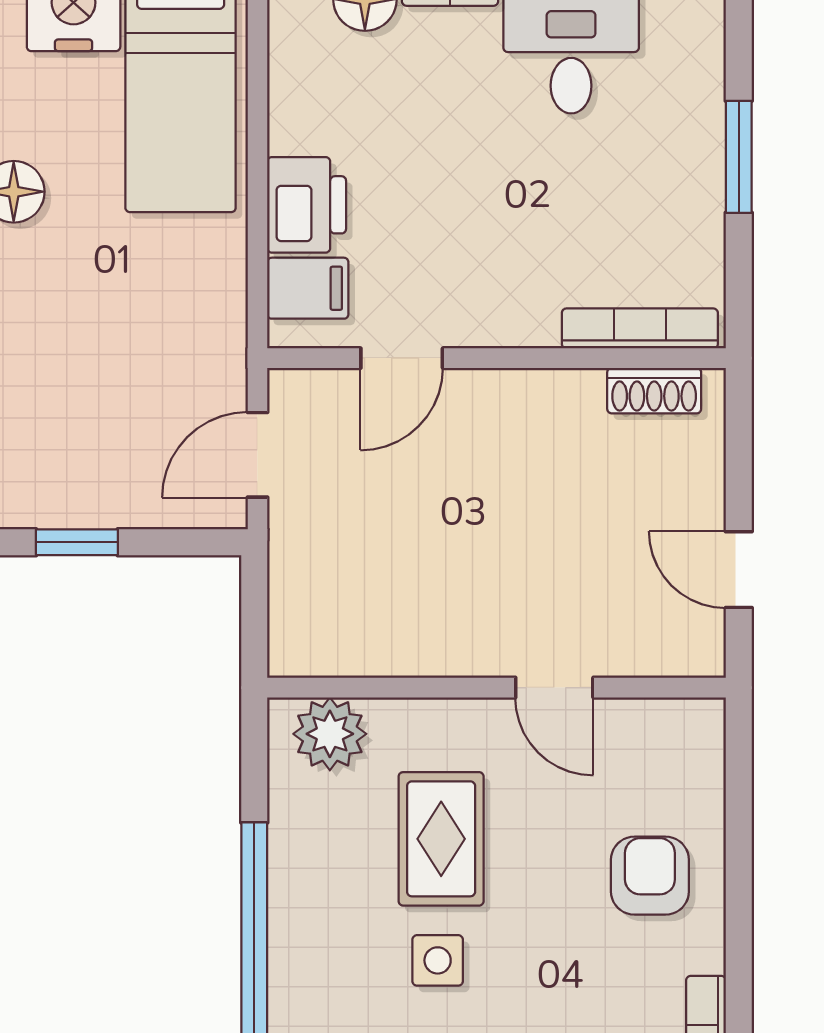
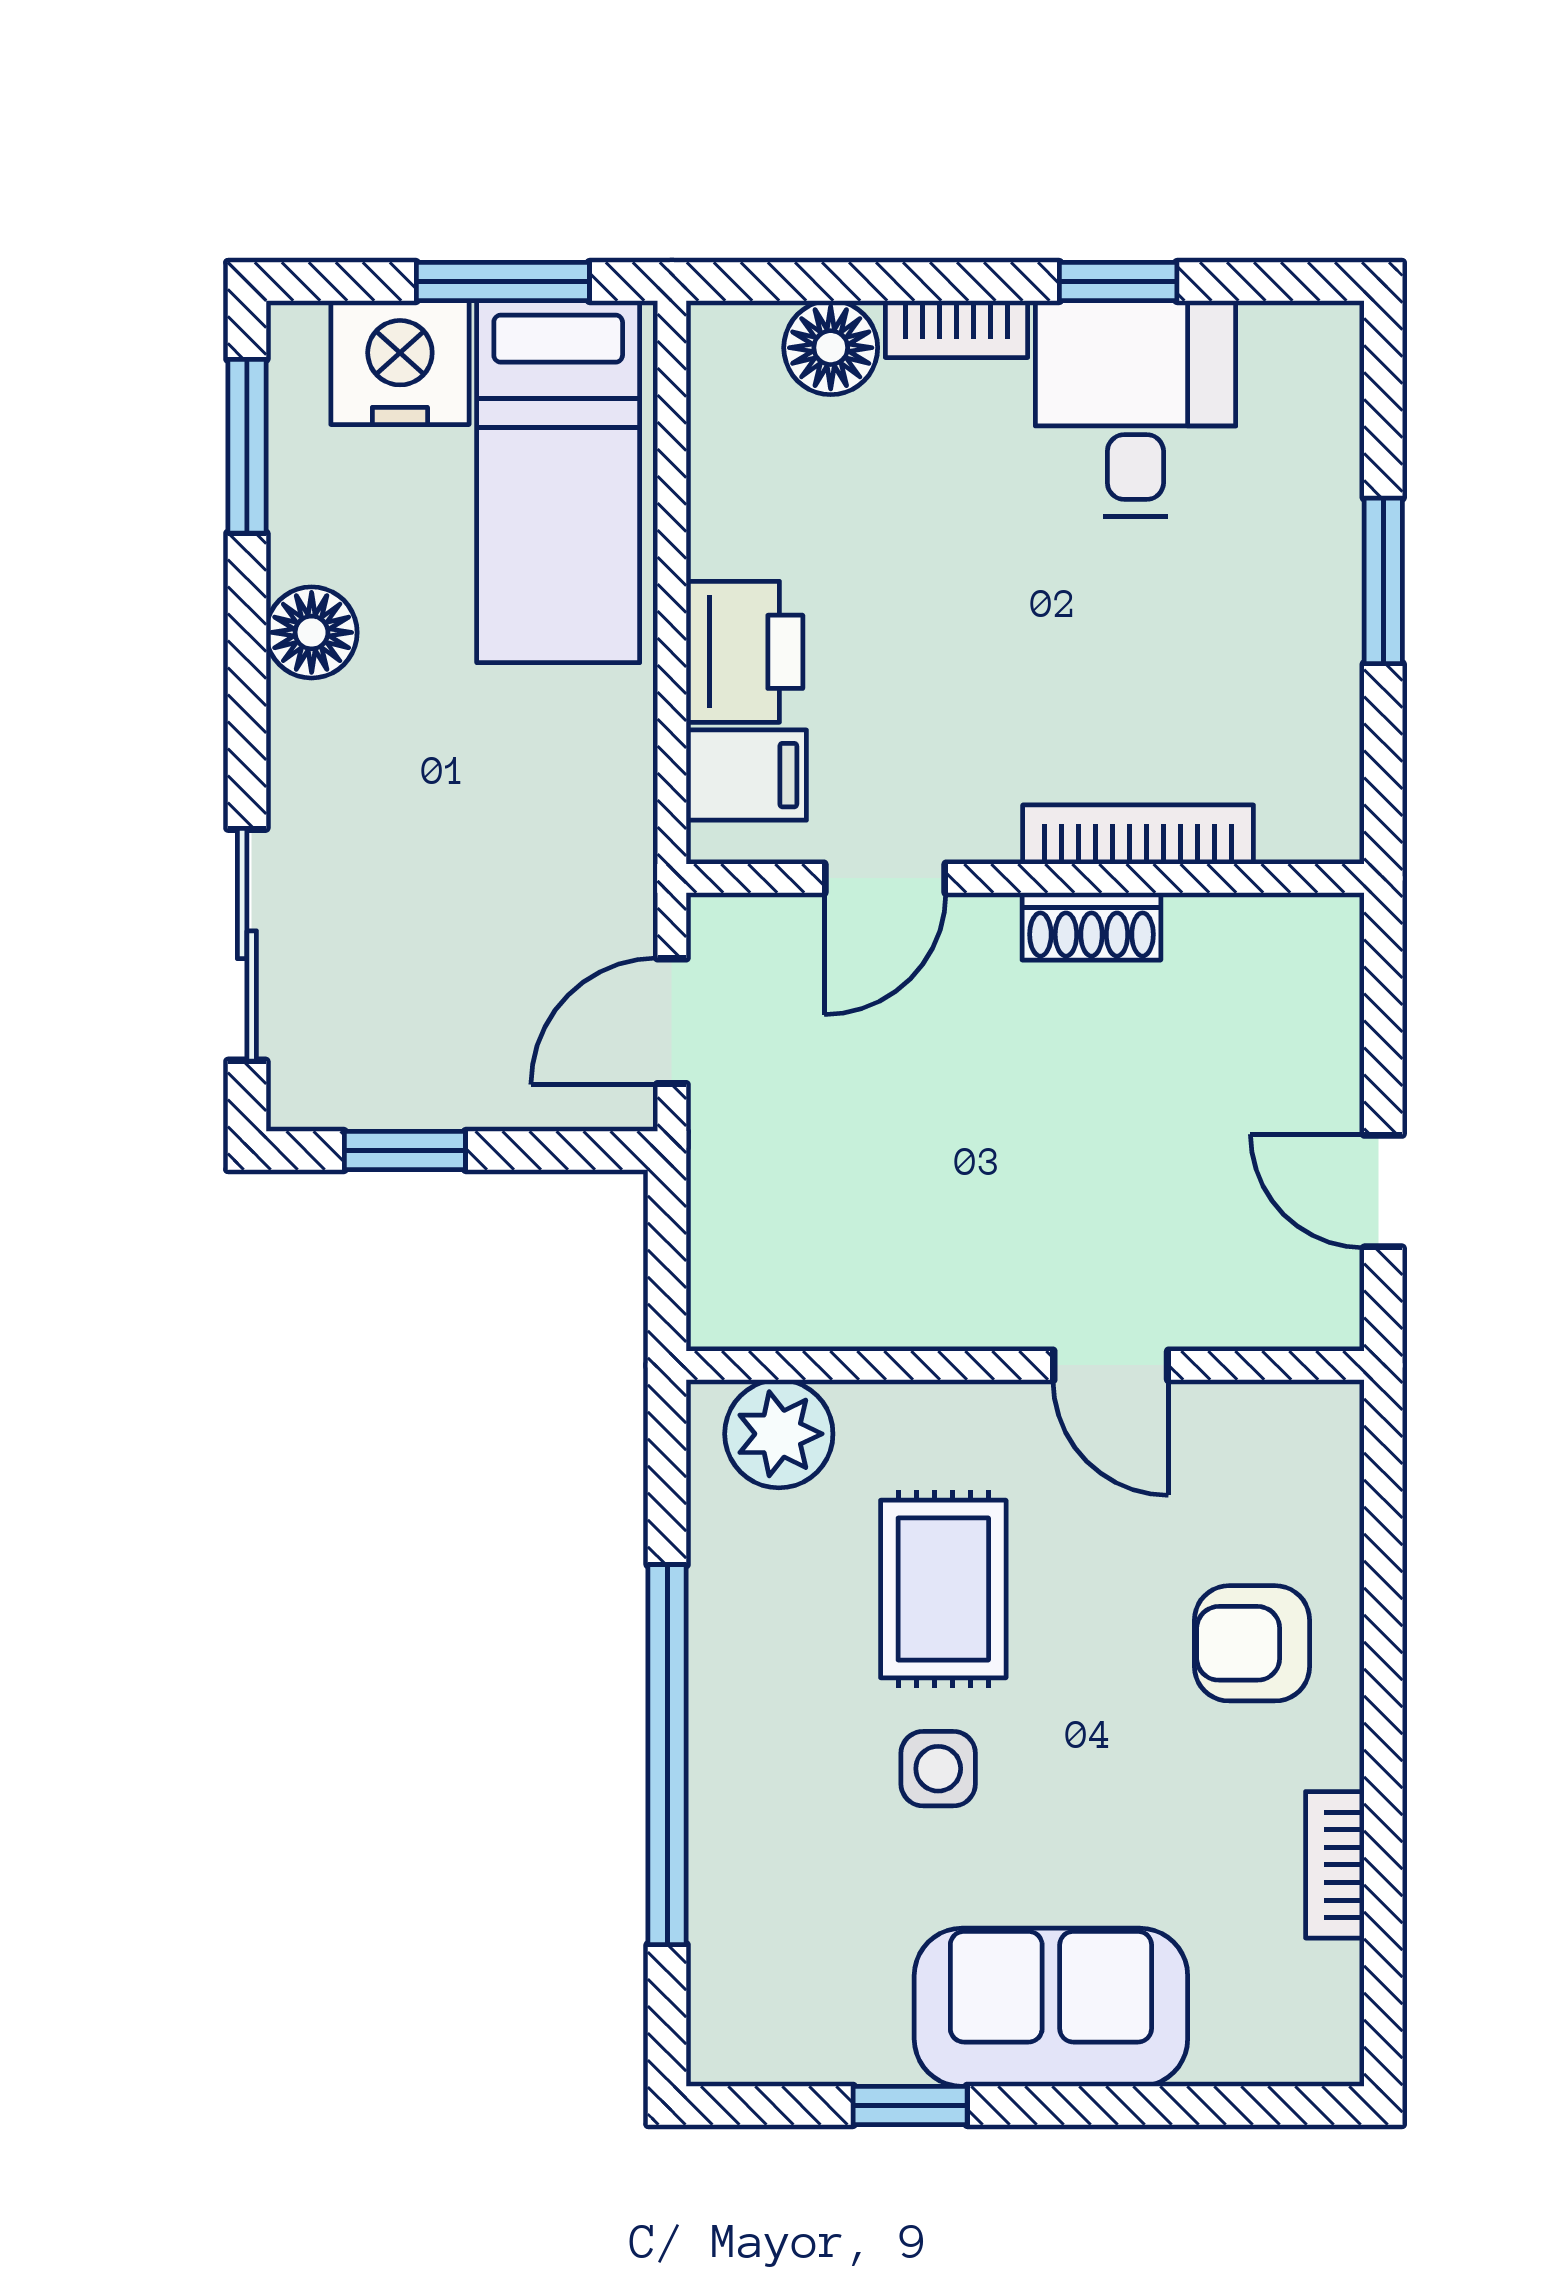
bookcase: (640, 328) -> (1138, 834), moved
shoe rack: (654, 391) -> (1091, 926), moved
armchair: (650, 876) -> (1252, 1643), turned -90

